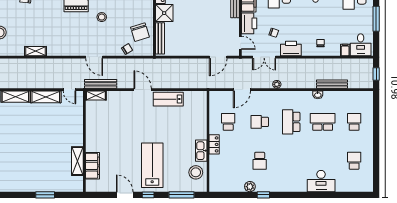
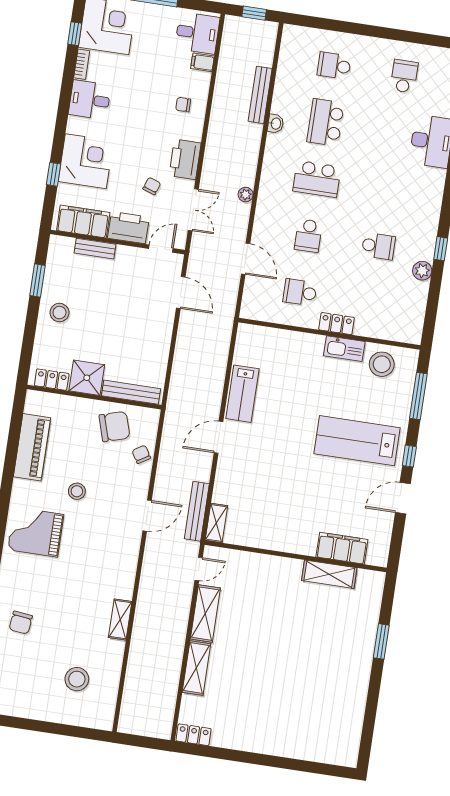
school desk: (354, 161) -> (404, 76), turned 90

